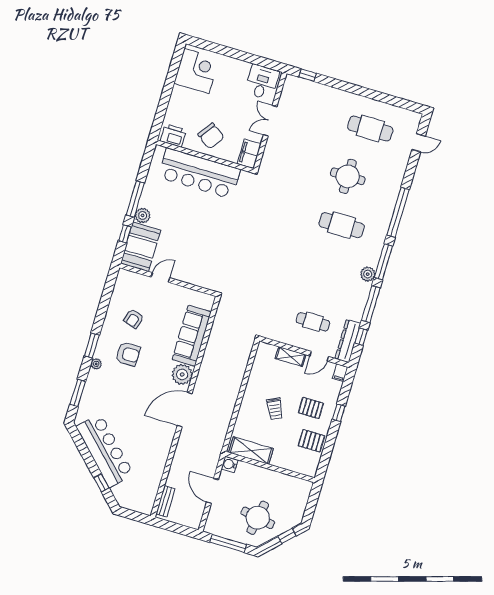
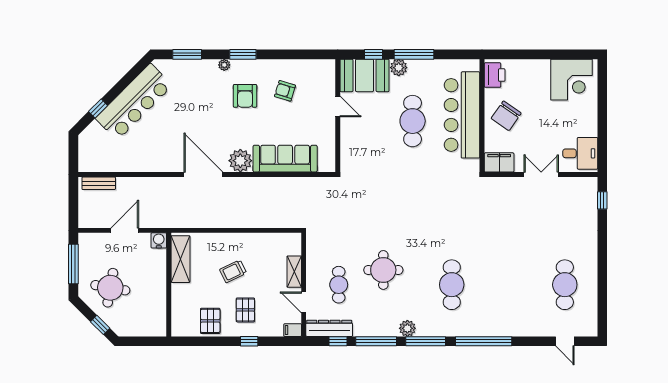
round table: (348, 176) -> (383, 270), moved
cafe table: (192, 217) -> (413, 121), added

